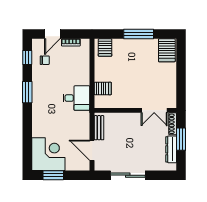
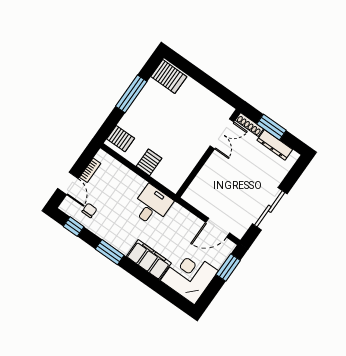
server rack: (103, 88) -> (149, 162), moved
filing cabinet: (40, 121) -> (149, 260), added
bench: (99, 128) -> (199, 204), removed
window: (53, 175) -> (228, 267), moved

